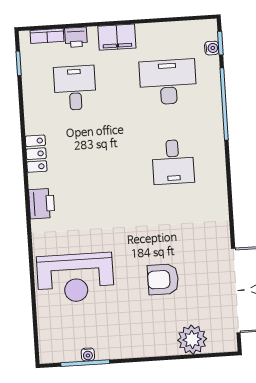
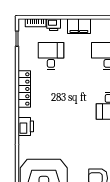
locker: (36, 154) -> (24, 89), width x1.53

